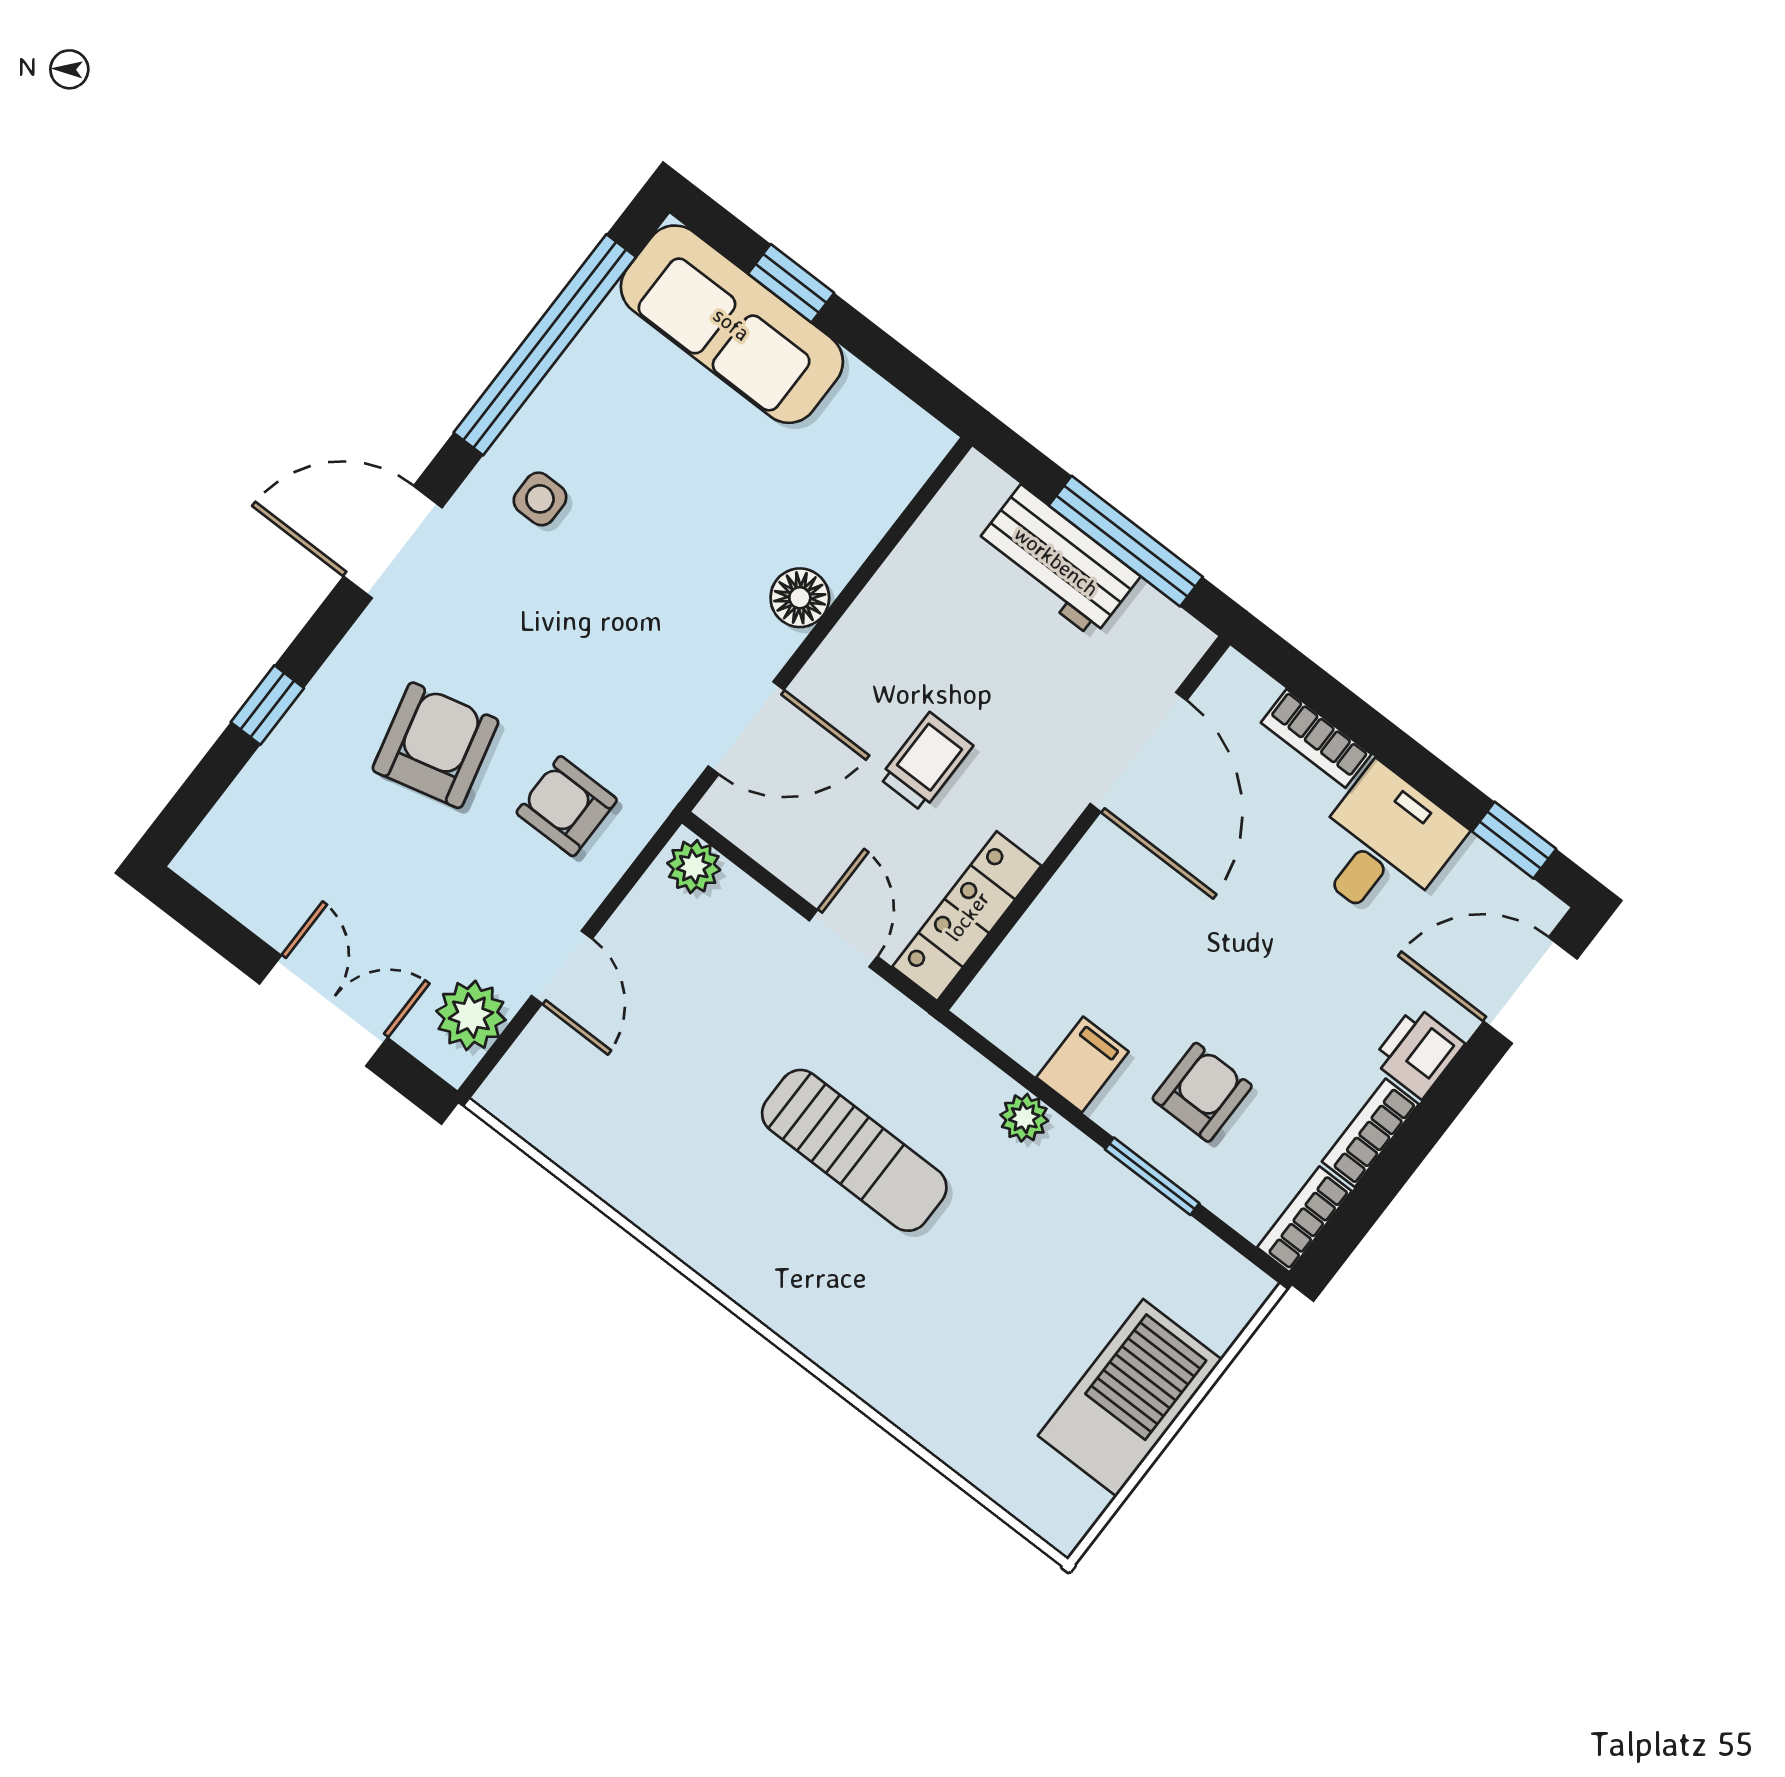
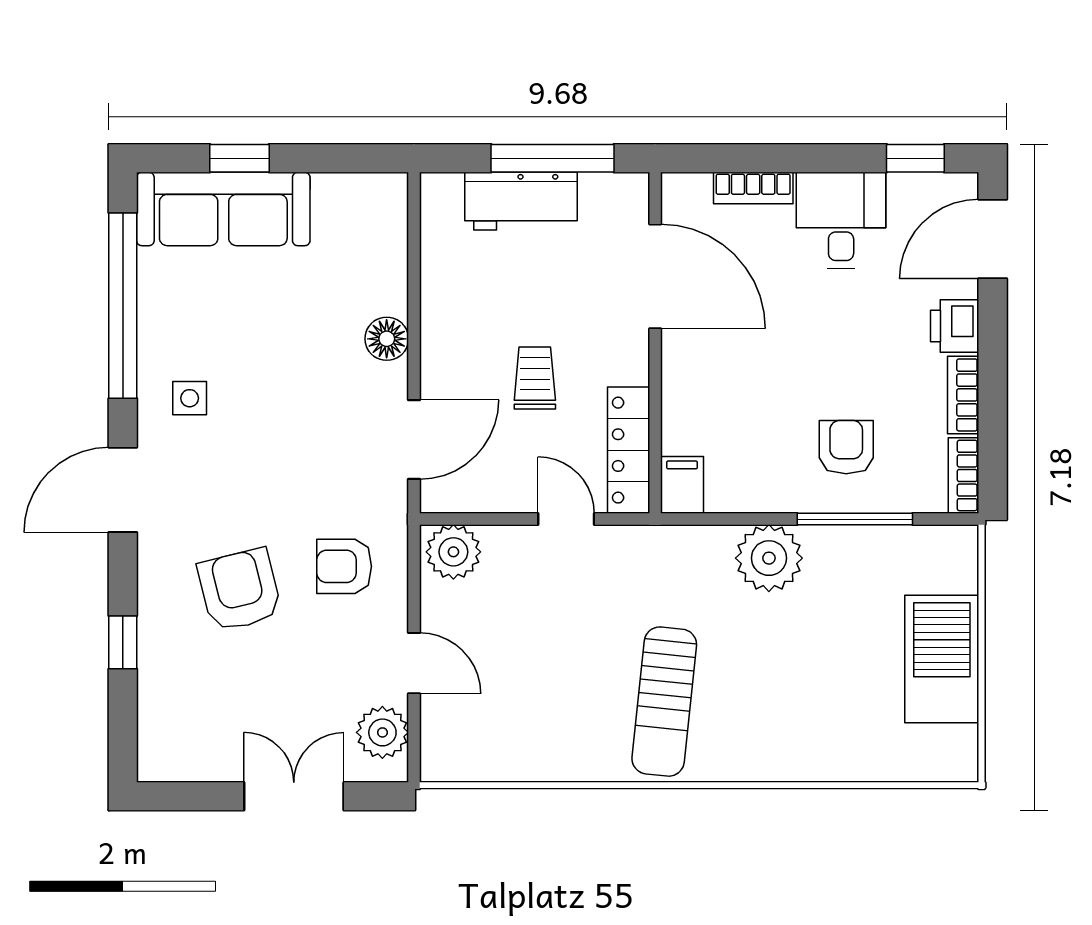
plant: (694, 867) -> (453, 552), width x1.38, depth x1.38
filing cabinet: (1082, 1065) -> (682, 485), moved
plant: (1024, 1118) -> (769, 558), width x1.88, depth x1.88
sun lounger: (854, 1150) -> (664, 702), moved, turned 96
window: (1152, 1176) -> (855, 519), width x1.44

